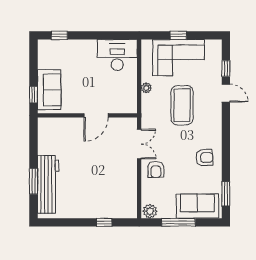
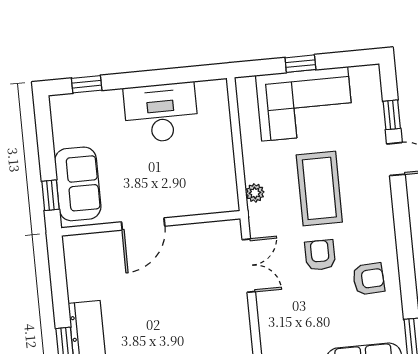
desk: (117, 55) -> (161, 113), moved
plant: (146, 88) -> (255, 193), moved
door: (96, 115) -> (143, 224), moved
armchair: (156, 169) -> (320, 255), moved, turned 180

